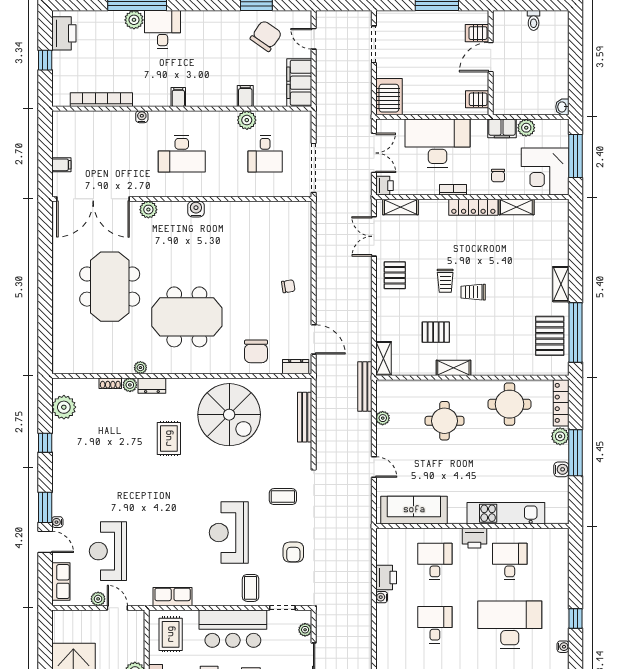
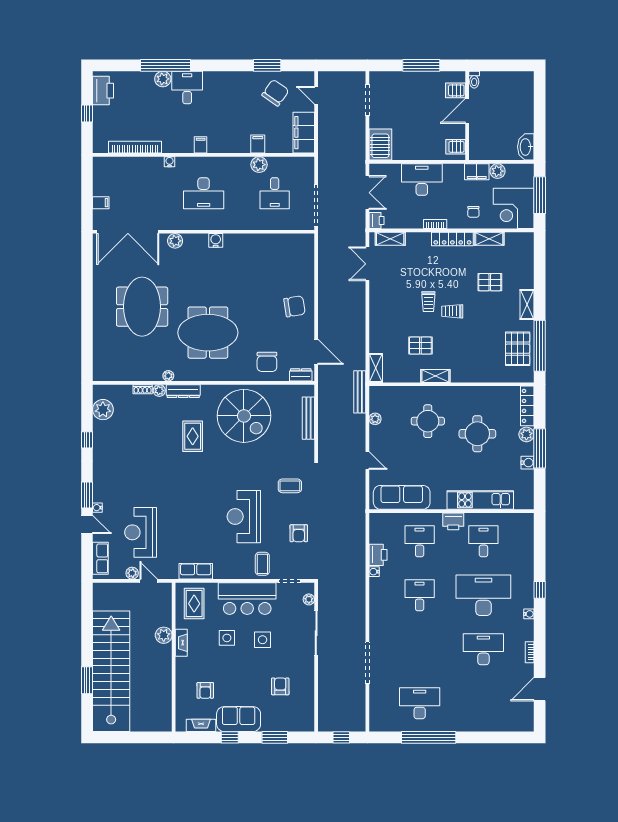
toilet: (534, 20) -> (474, 80), moved
washbasin: (562, 107) -> (526, 147), width x1.91, depth x1.45
desk: (437, 143) -> (422, 180), width x0.73, depth x0.77
pallet: (395, 275) -> (490, 282), moved, turned 90
chair: (288, 286) -> (294, 306), width x1.87, depth x1.87
dresser: (152, 386) -> (183, 391), width x1.44
round table: (509, 404) -> (477, 434), moved

